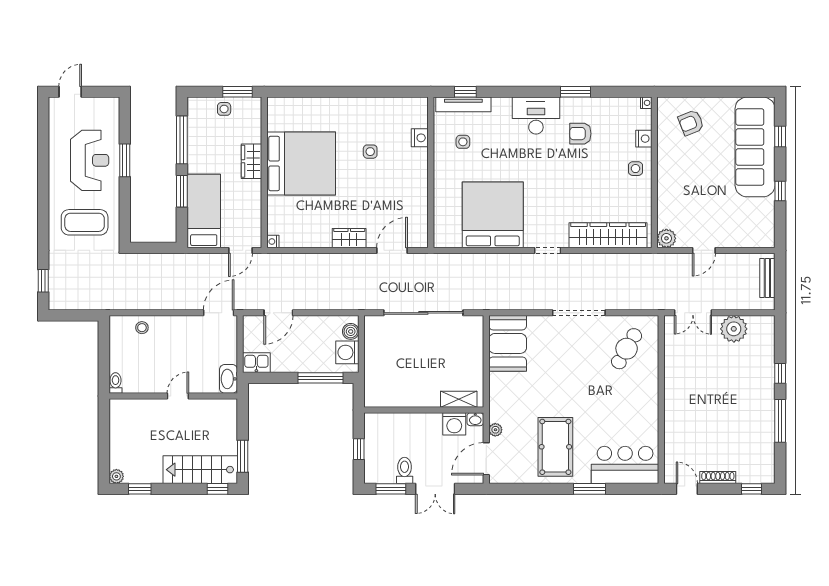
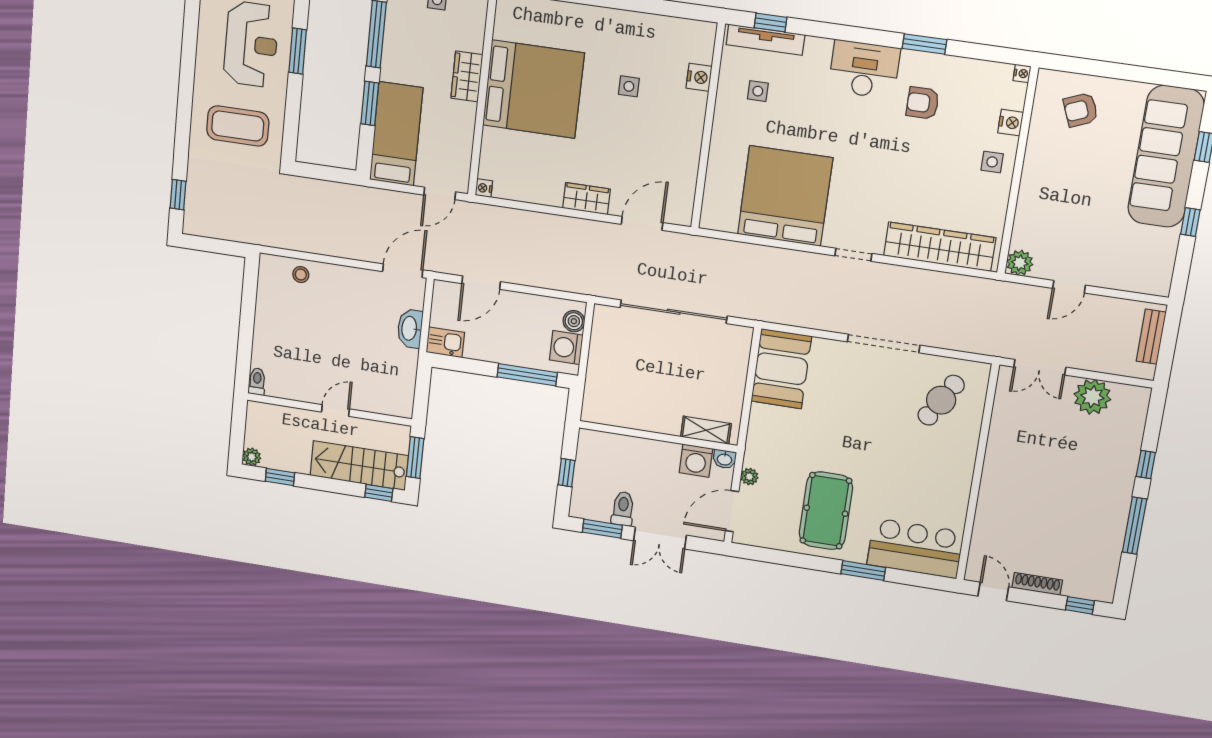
washbasin: (229, 379) -> (410, 328), moved
toilet: (116, 383) -> (257, 382), moved
wall: (173, 396) -> (329, 409), moved
door: (178, 396) -> (335, 410), moved

